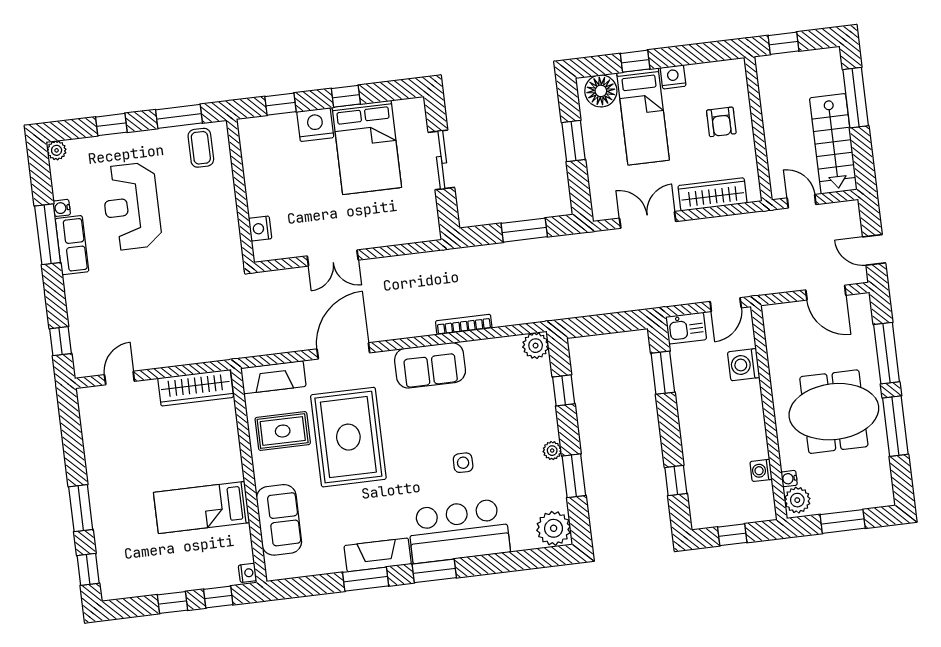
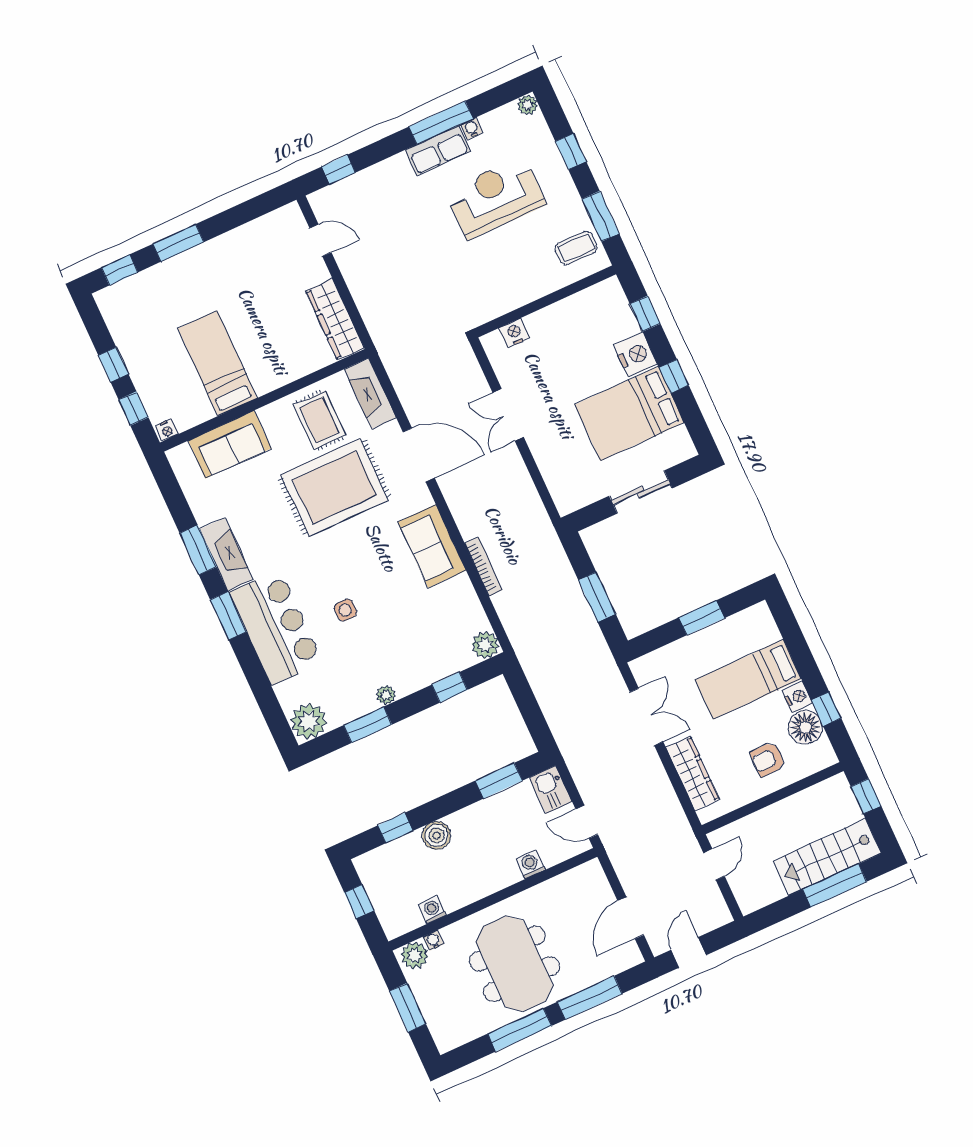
window: (635, 61) -> (826, 709), moved
floor lamp: (601, 91) -> (805, 727), moved
stairs: (833, 144) -> (827, 857), moved
washing machine: (744, 365) -> (531, 864), width x0.73, depth x0.73
boiler: (695, 445) -> (436, 835), added

